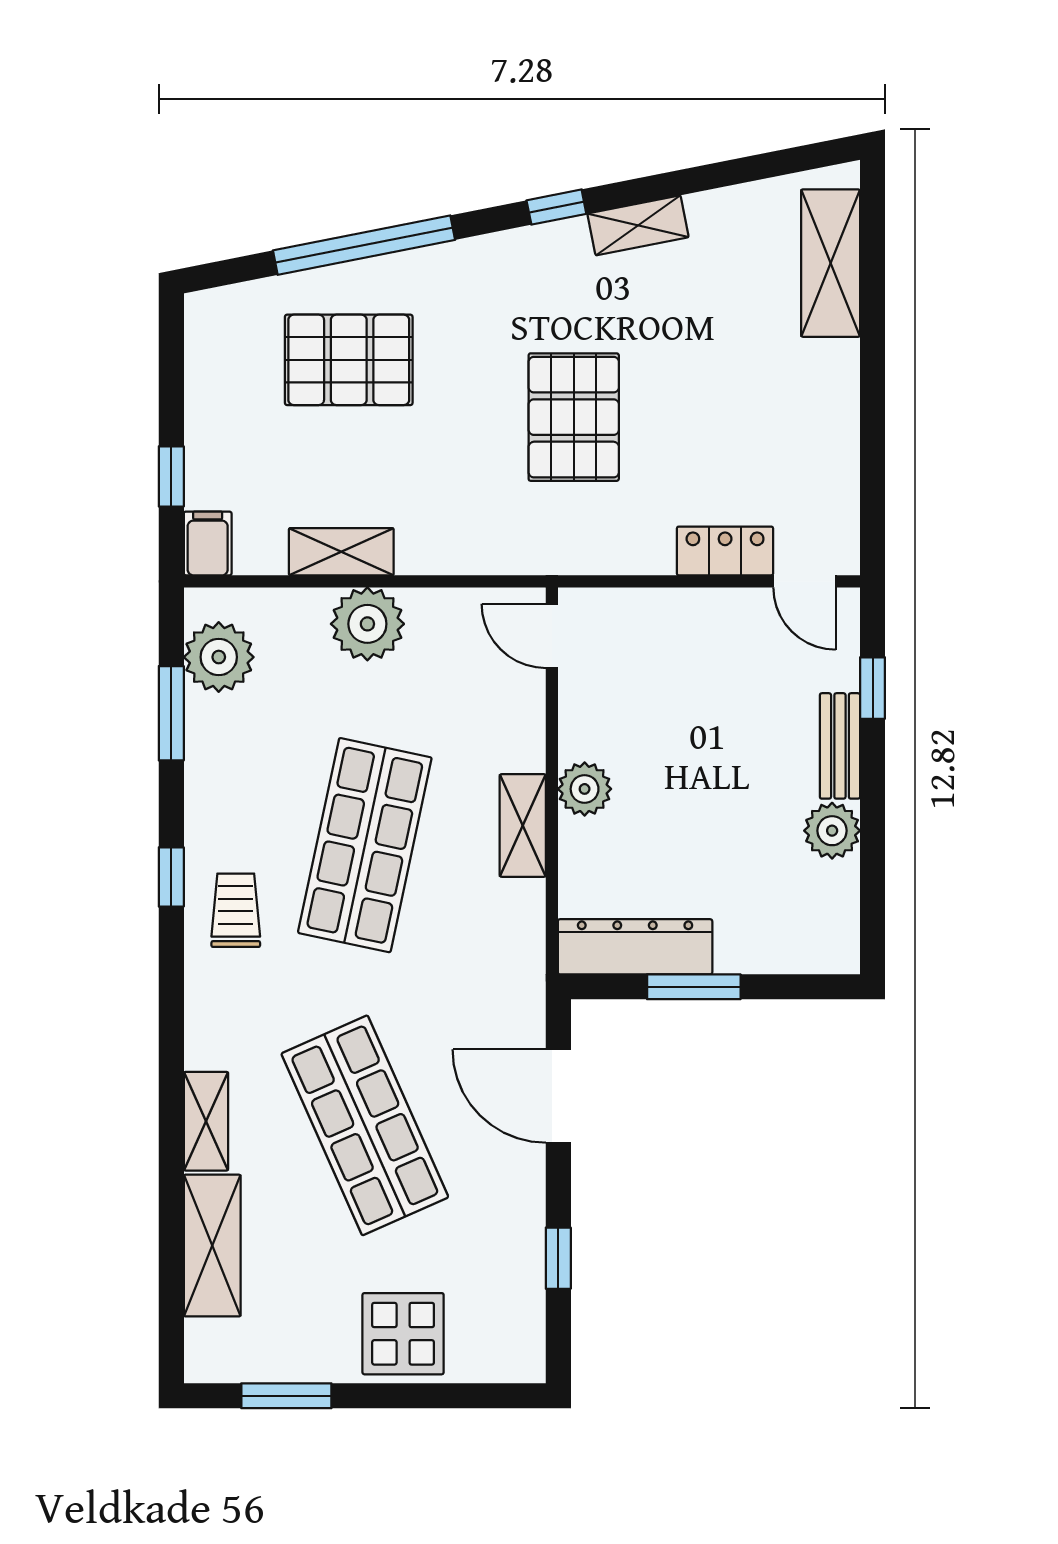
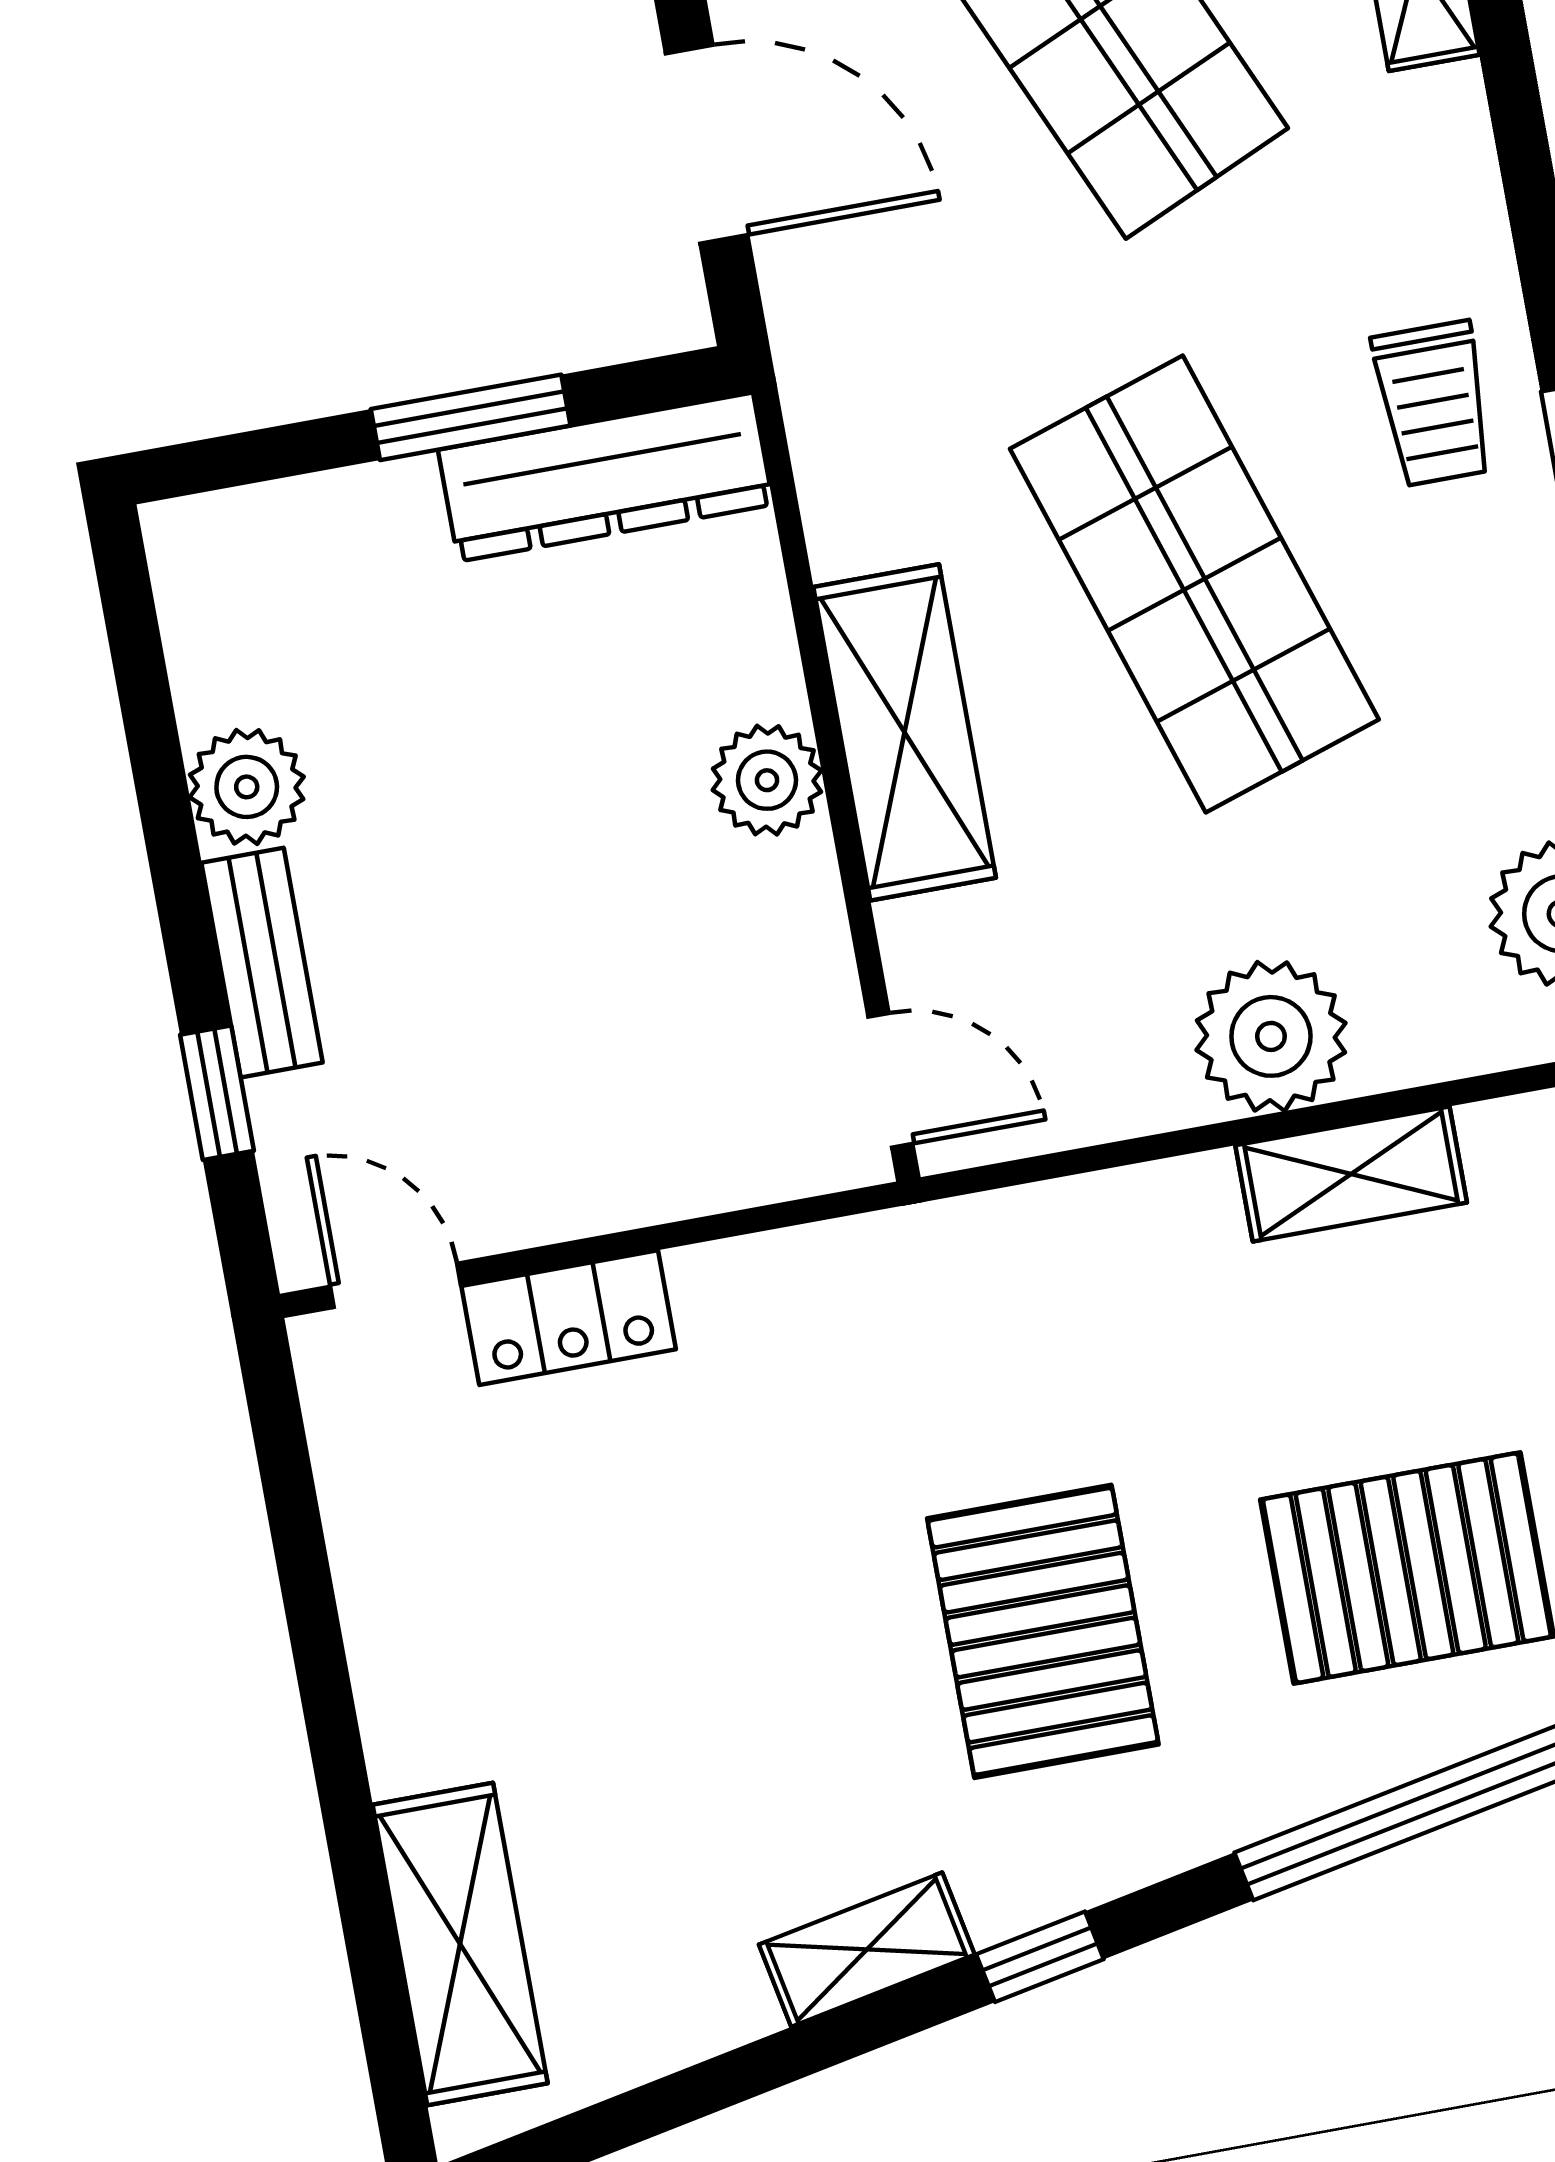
pallet: (574, 417) -> (1043, 1631), moved
shelving: (523, 825) -> (905, 732), width x1.50, depth x1.33
shop shelf: (365, 845) -> (1194, 584), turned -30

